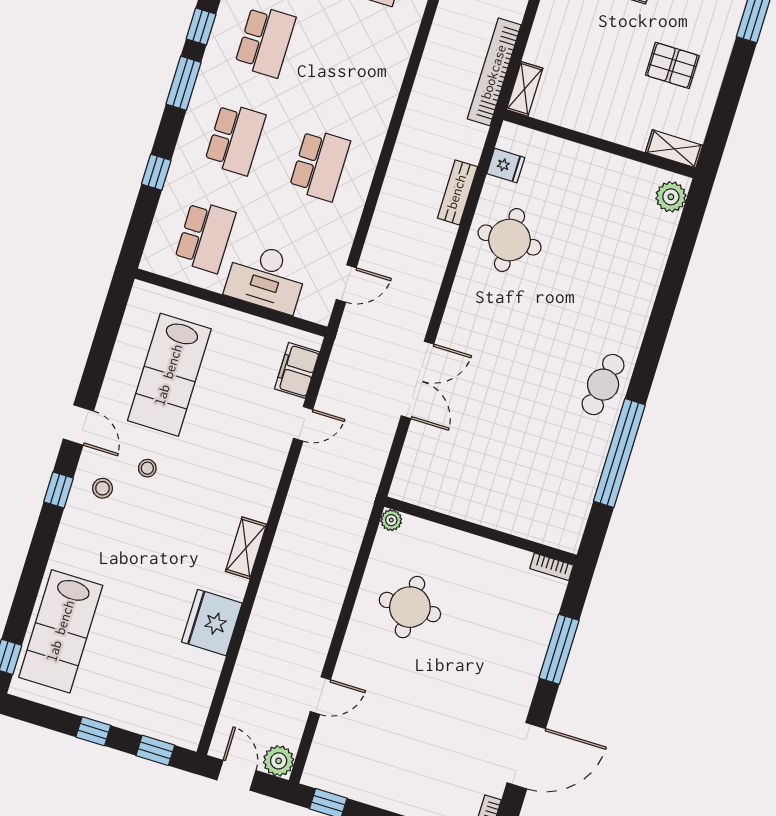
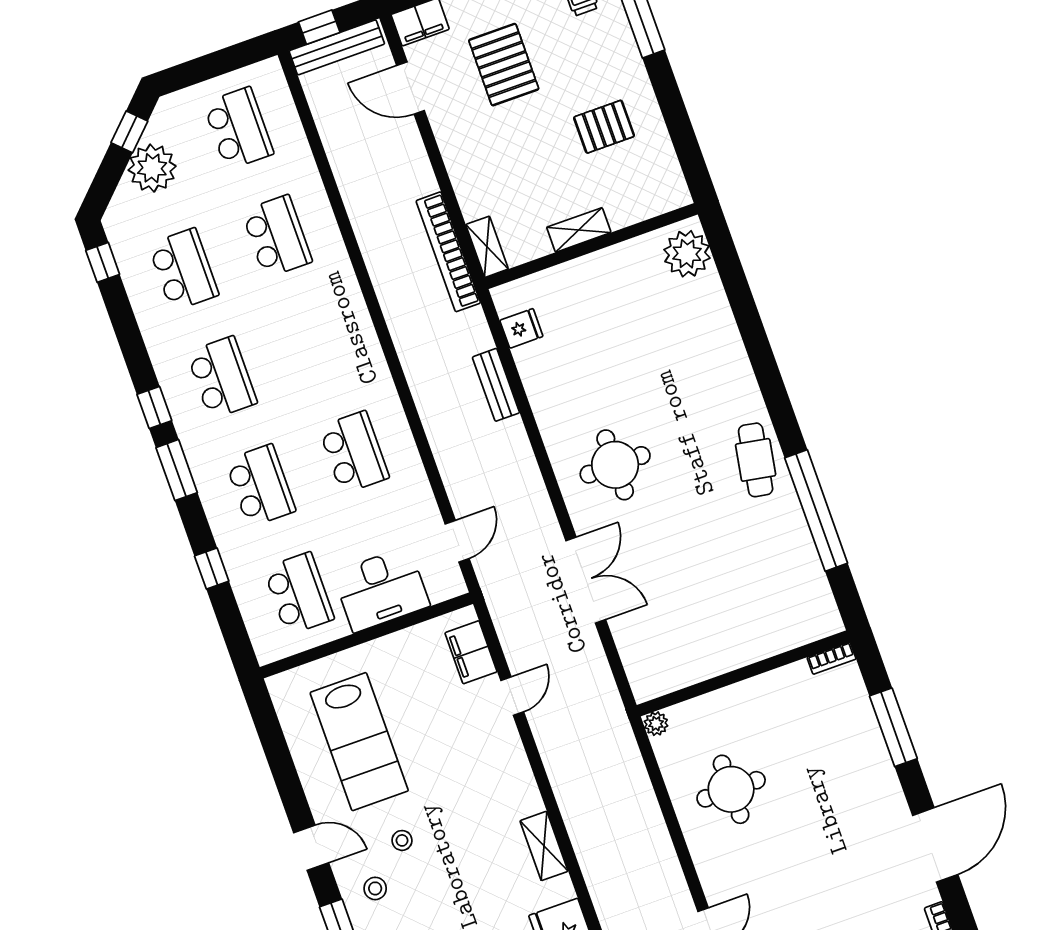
shelving: (674, 149) -> (579, 230), moved
plant: (671, 197) -> (687, 254), width x1.36, depth x1.36
round table: (510, 240) -> (615, 465), moved

